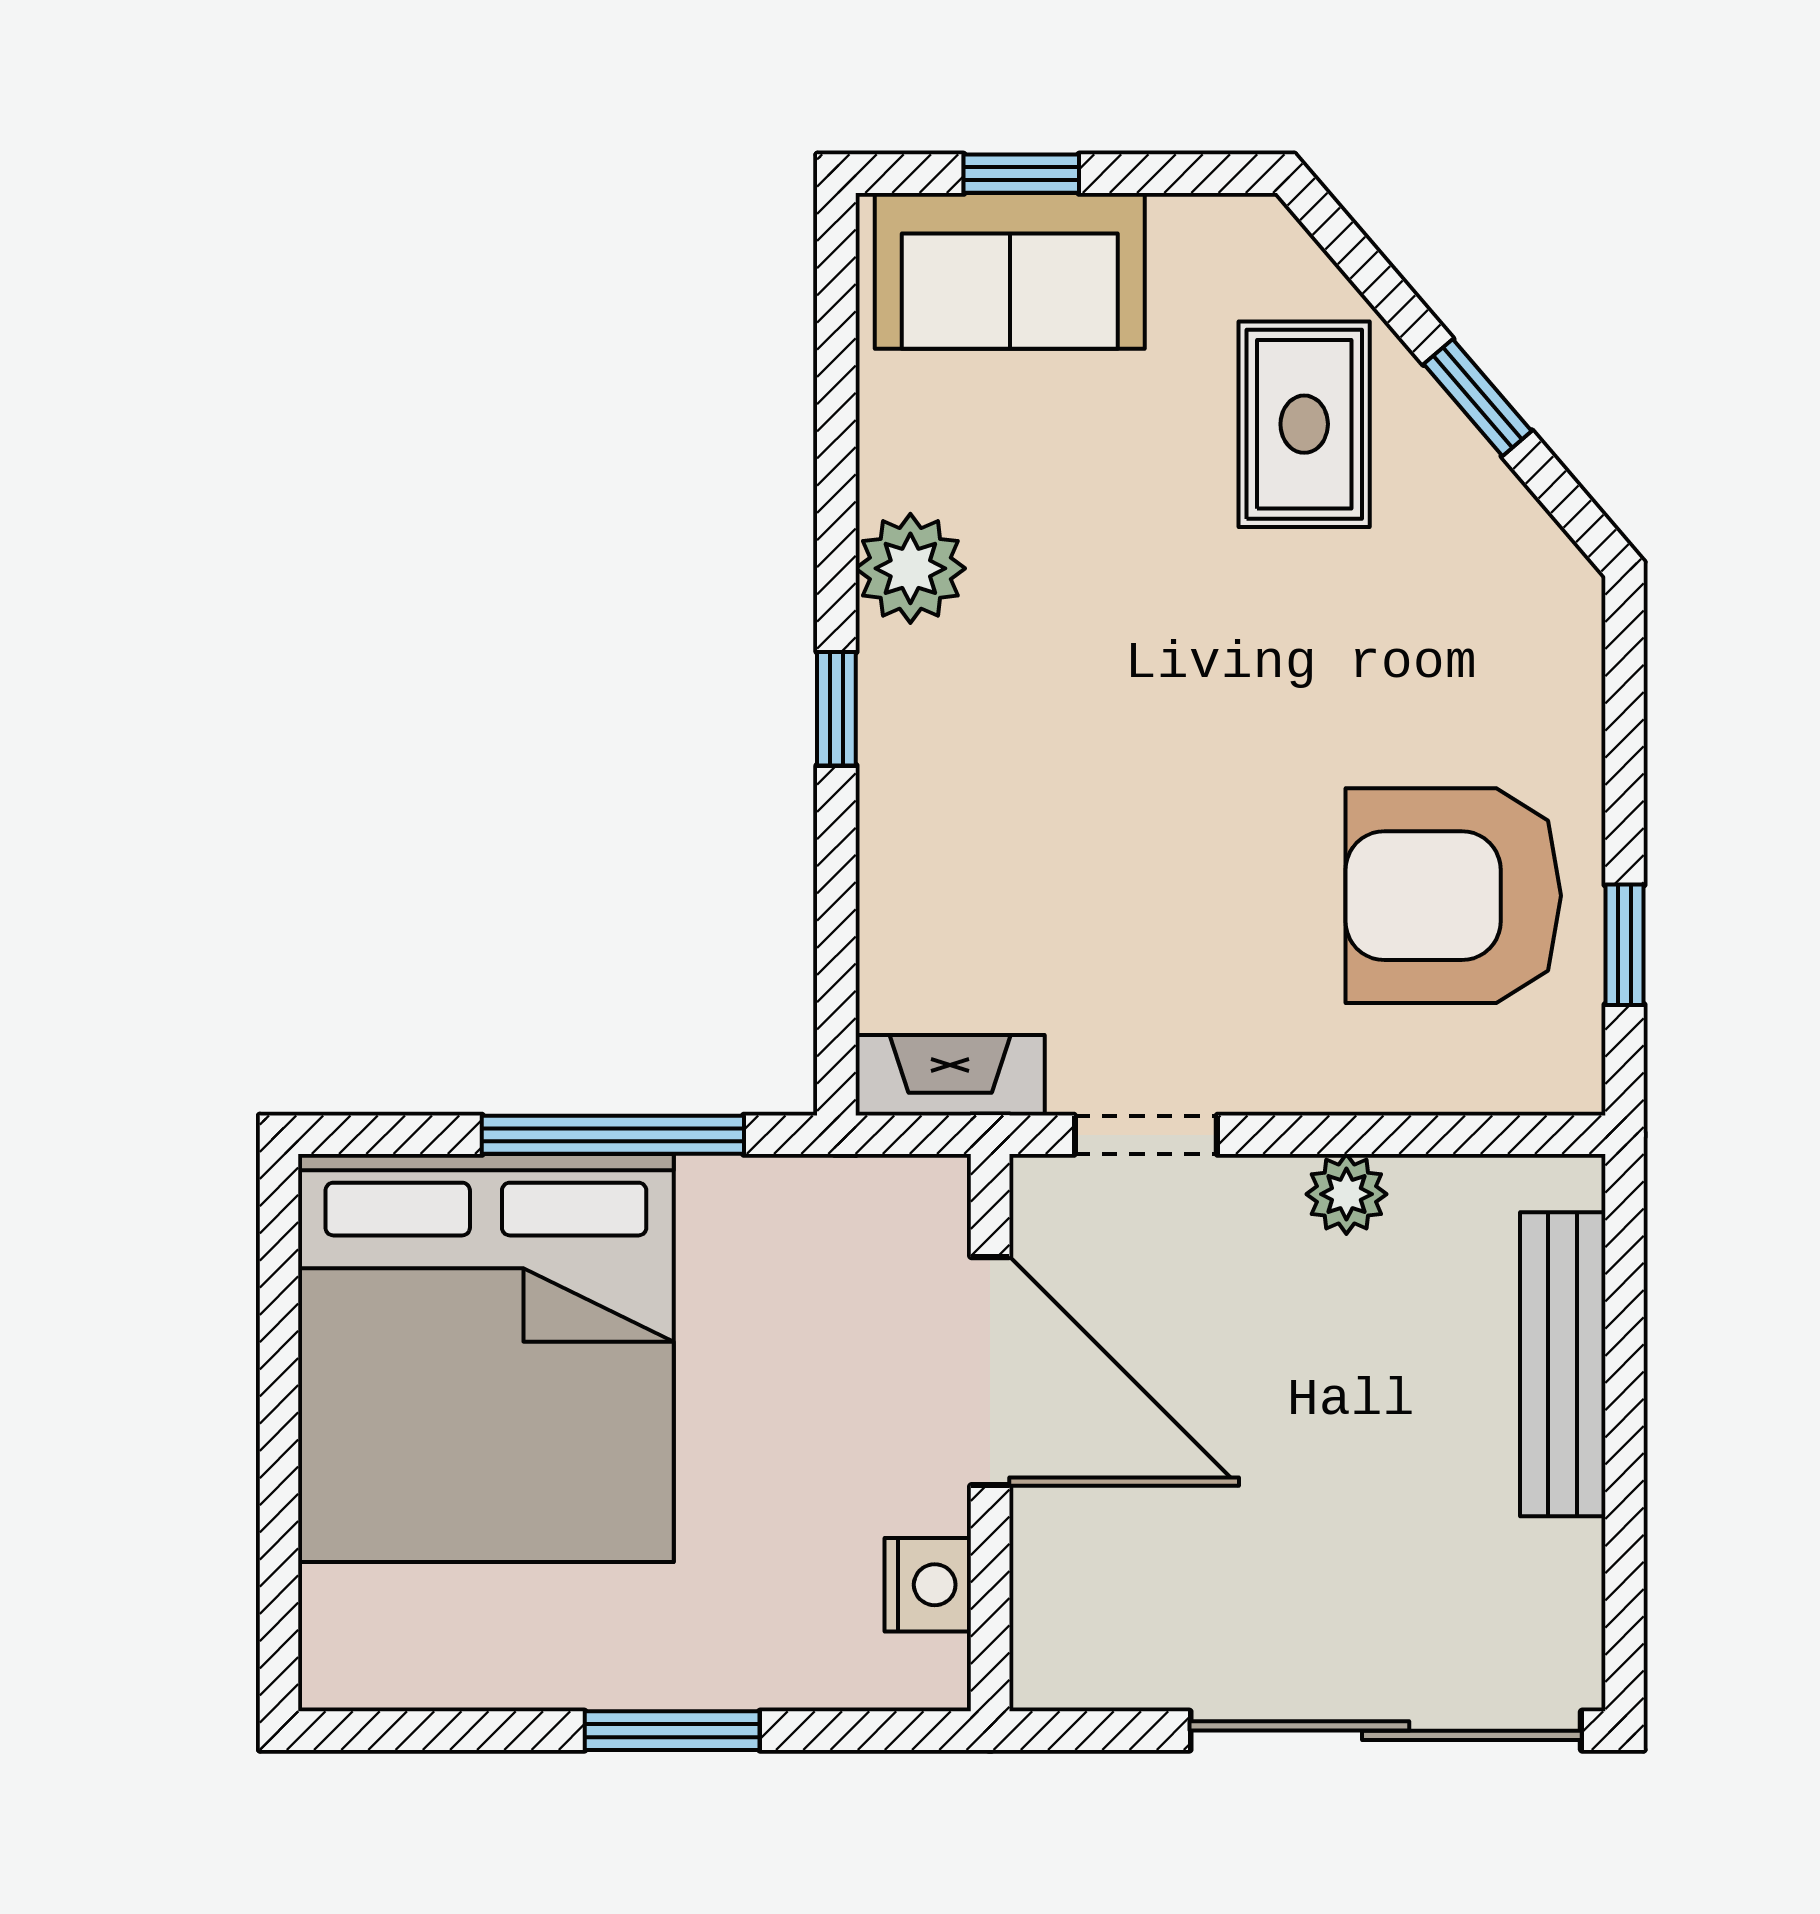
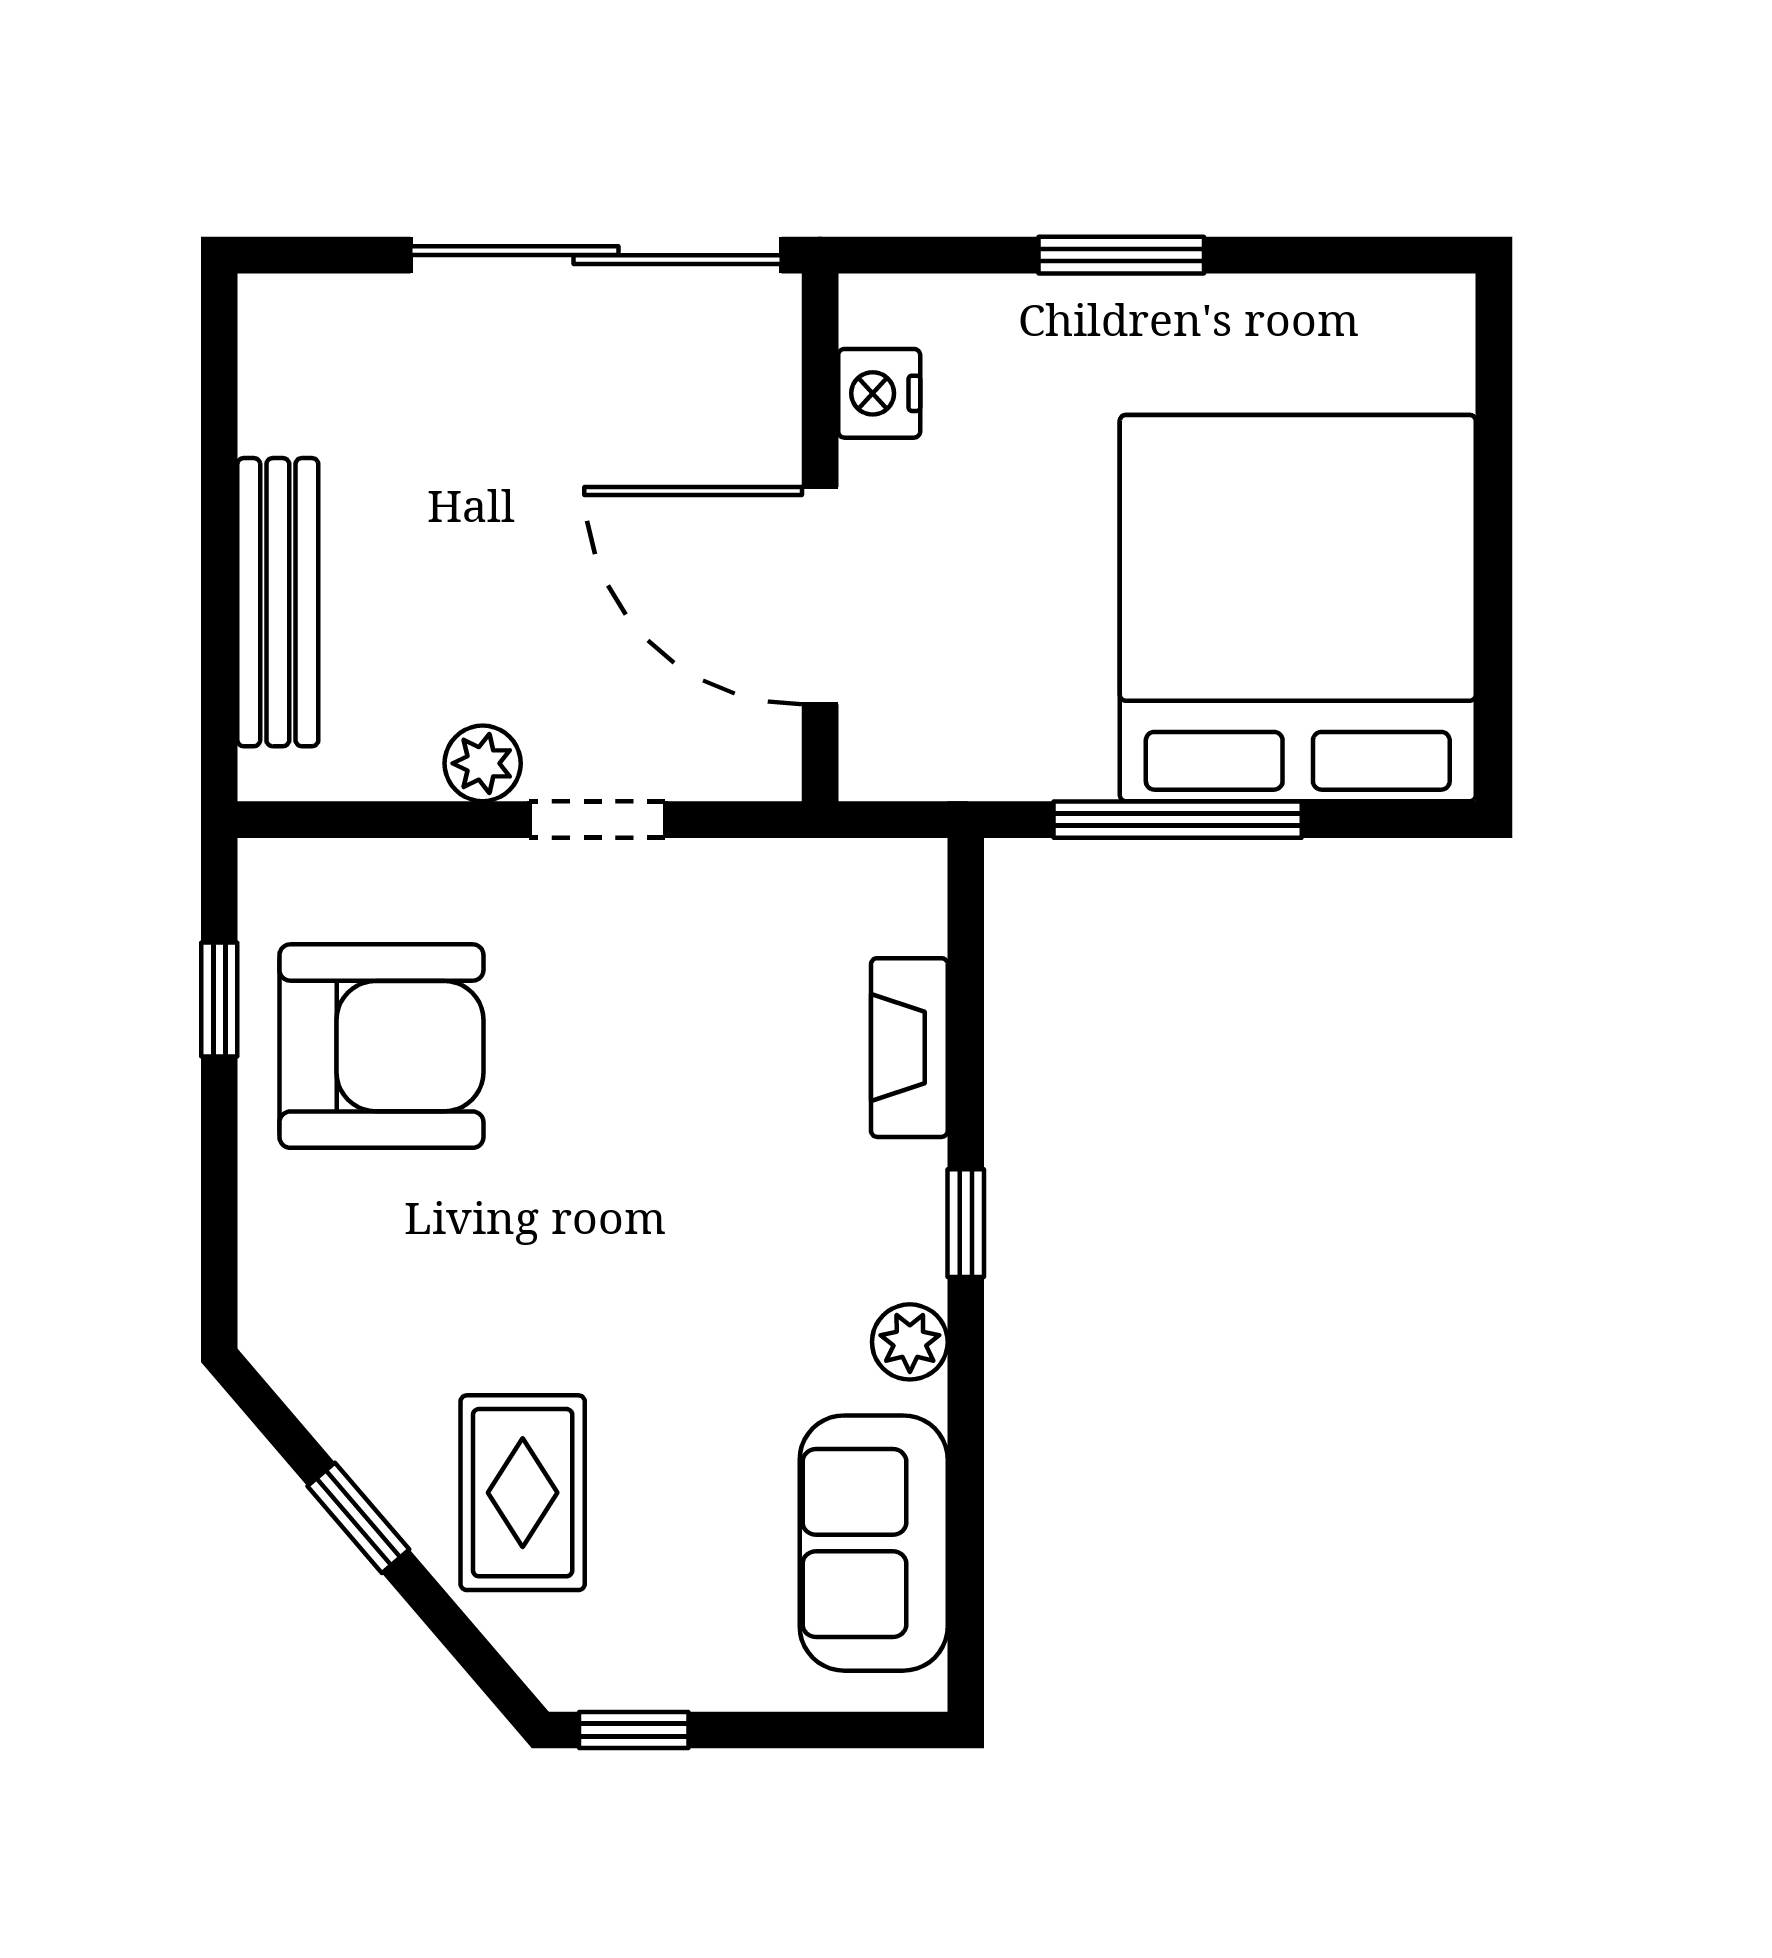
window: (1021, 174) -> (634, 1730), moved
sofa: (1010, 271) -> (874, 1543), moved, turned -90
plant: (910, 568) -> (910, 1342), width x0.73, depth x0.73
fireplace: (950, 1075) -> (909, 1048), moved, turned 90
doorway: (1146, 1135) -> (597, 820), moved
sliding door: (1386, 1731) -> (596, 255), moved

